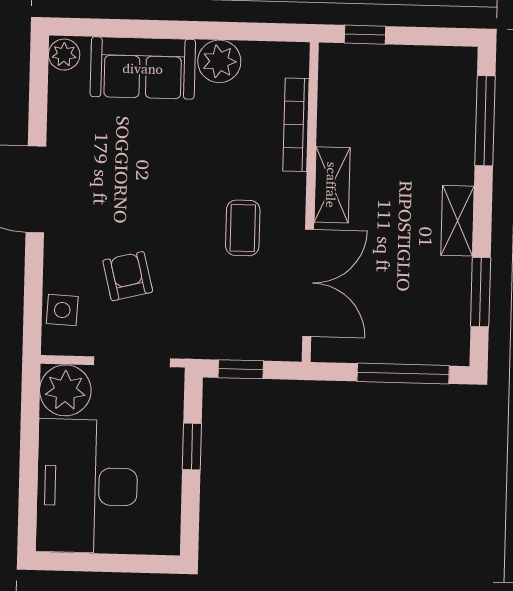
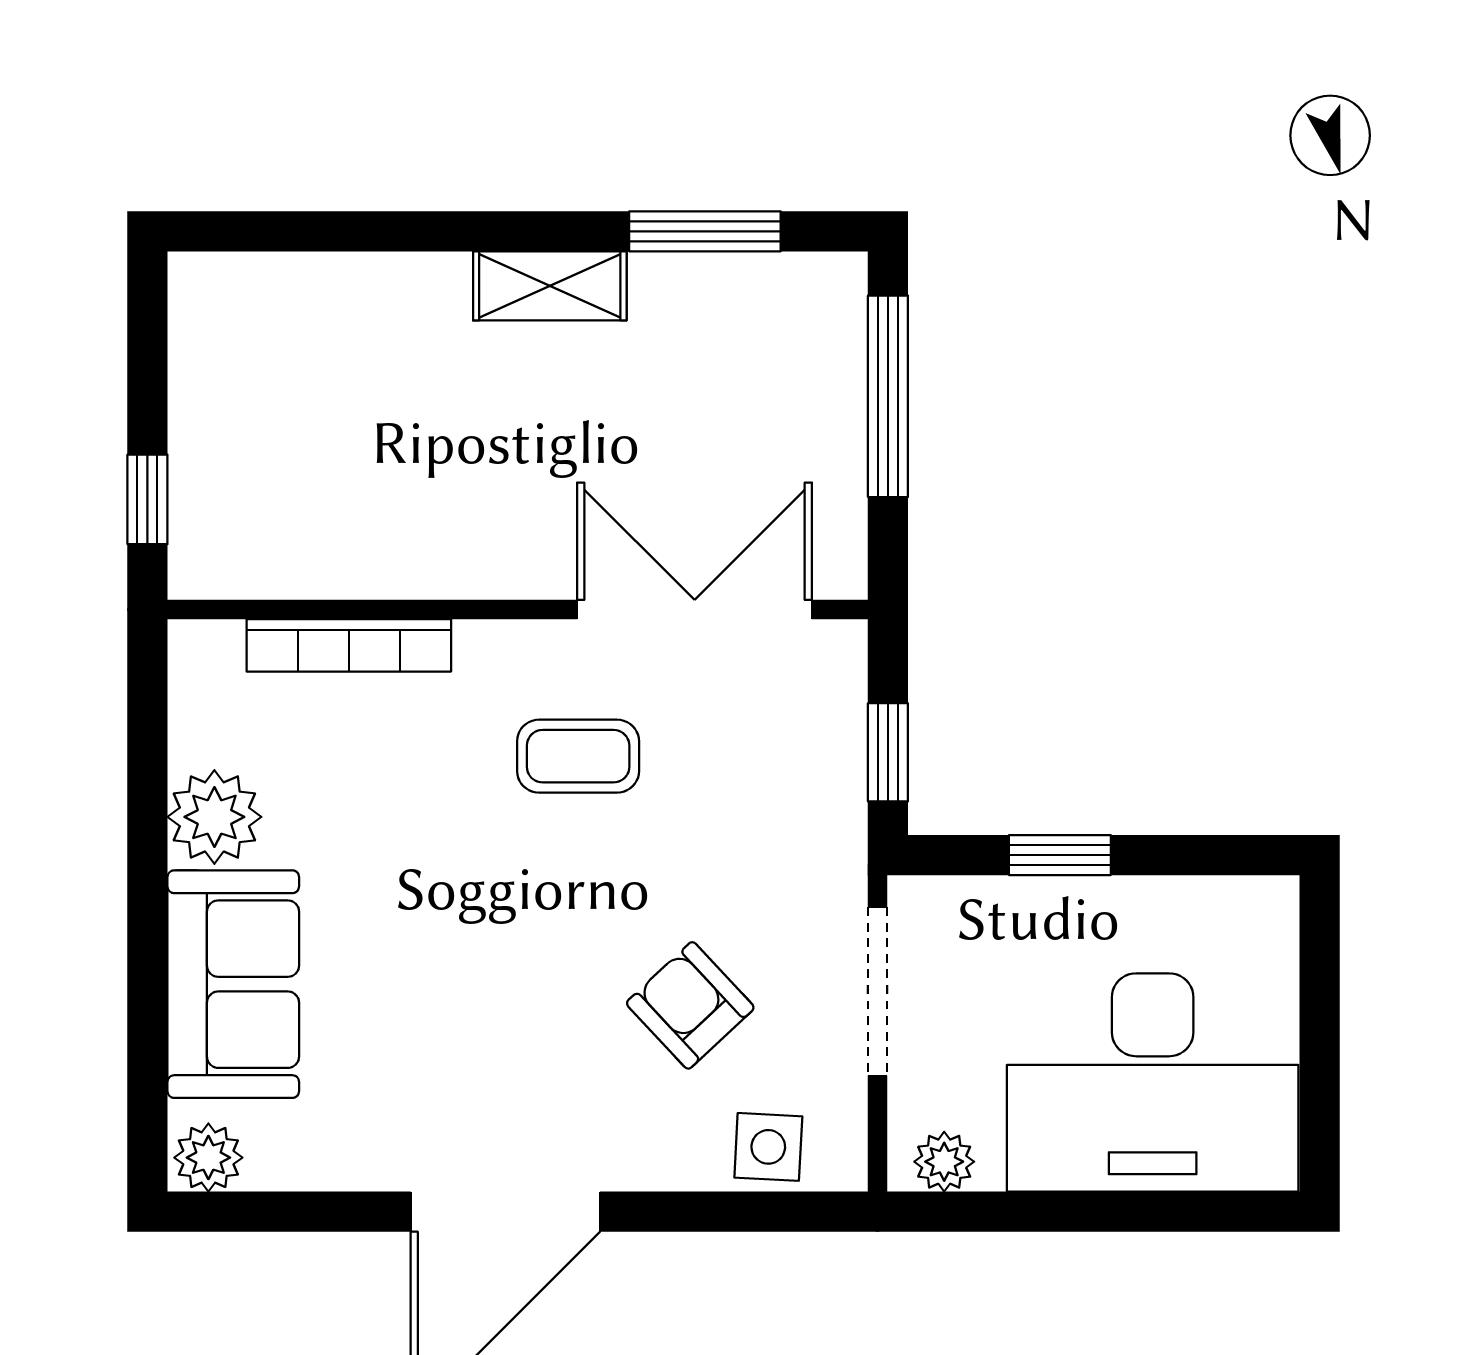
window: (485, 121) -> (329, 231), removed
shelving: (332, 185) -> (479, 563), removed
armchair: (128, 276) -> (690, 1005), turned 61
plant: (65, 390) -> (944, 1162), width x0.53, depth x0.53

